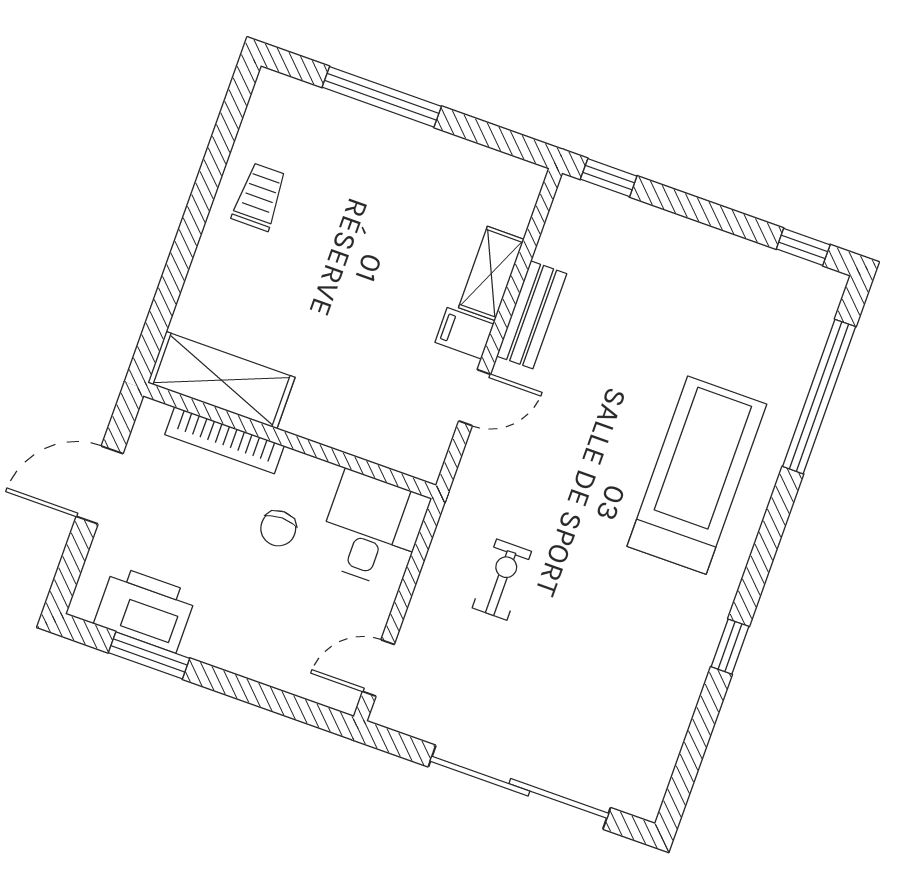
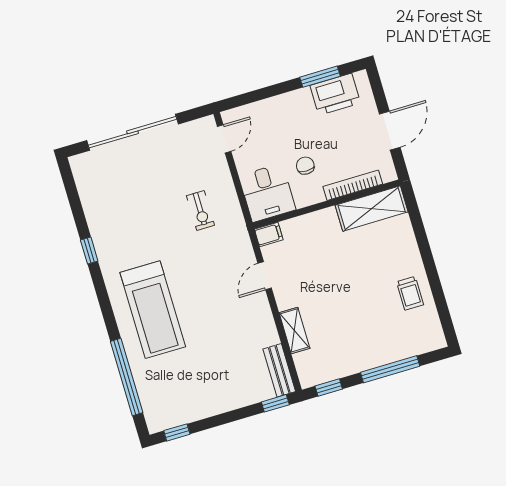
window: (503, 140) -> (329, 388), added
bench: (532, 315) -> (279, 370), moved
filing cabinet: (464, 333) -> (269, 234), moved

